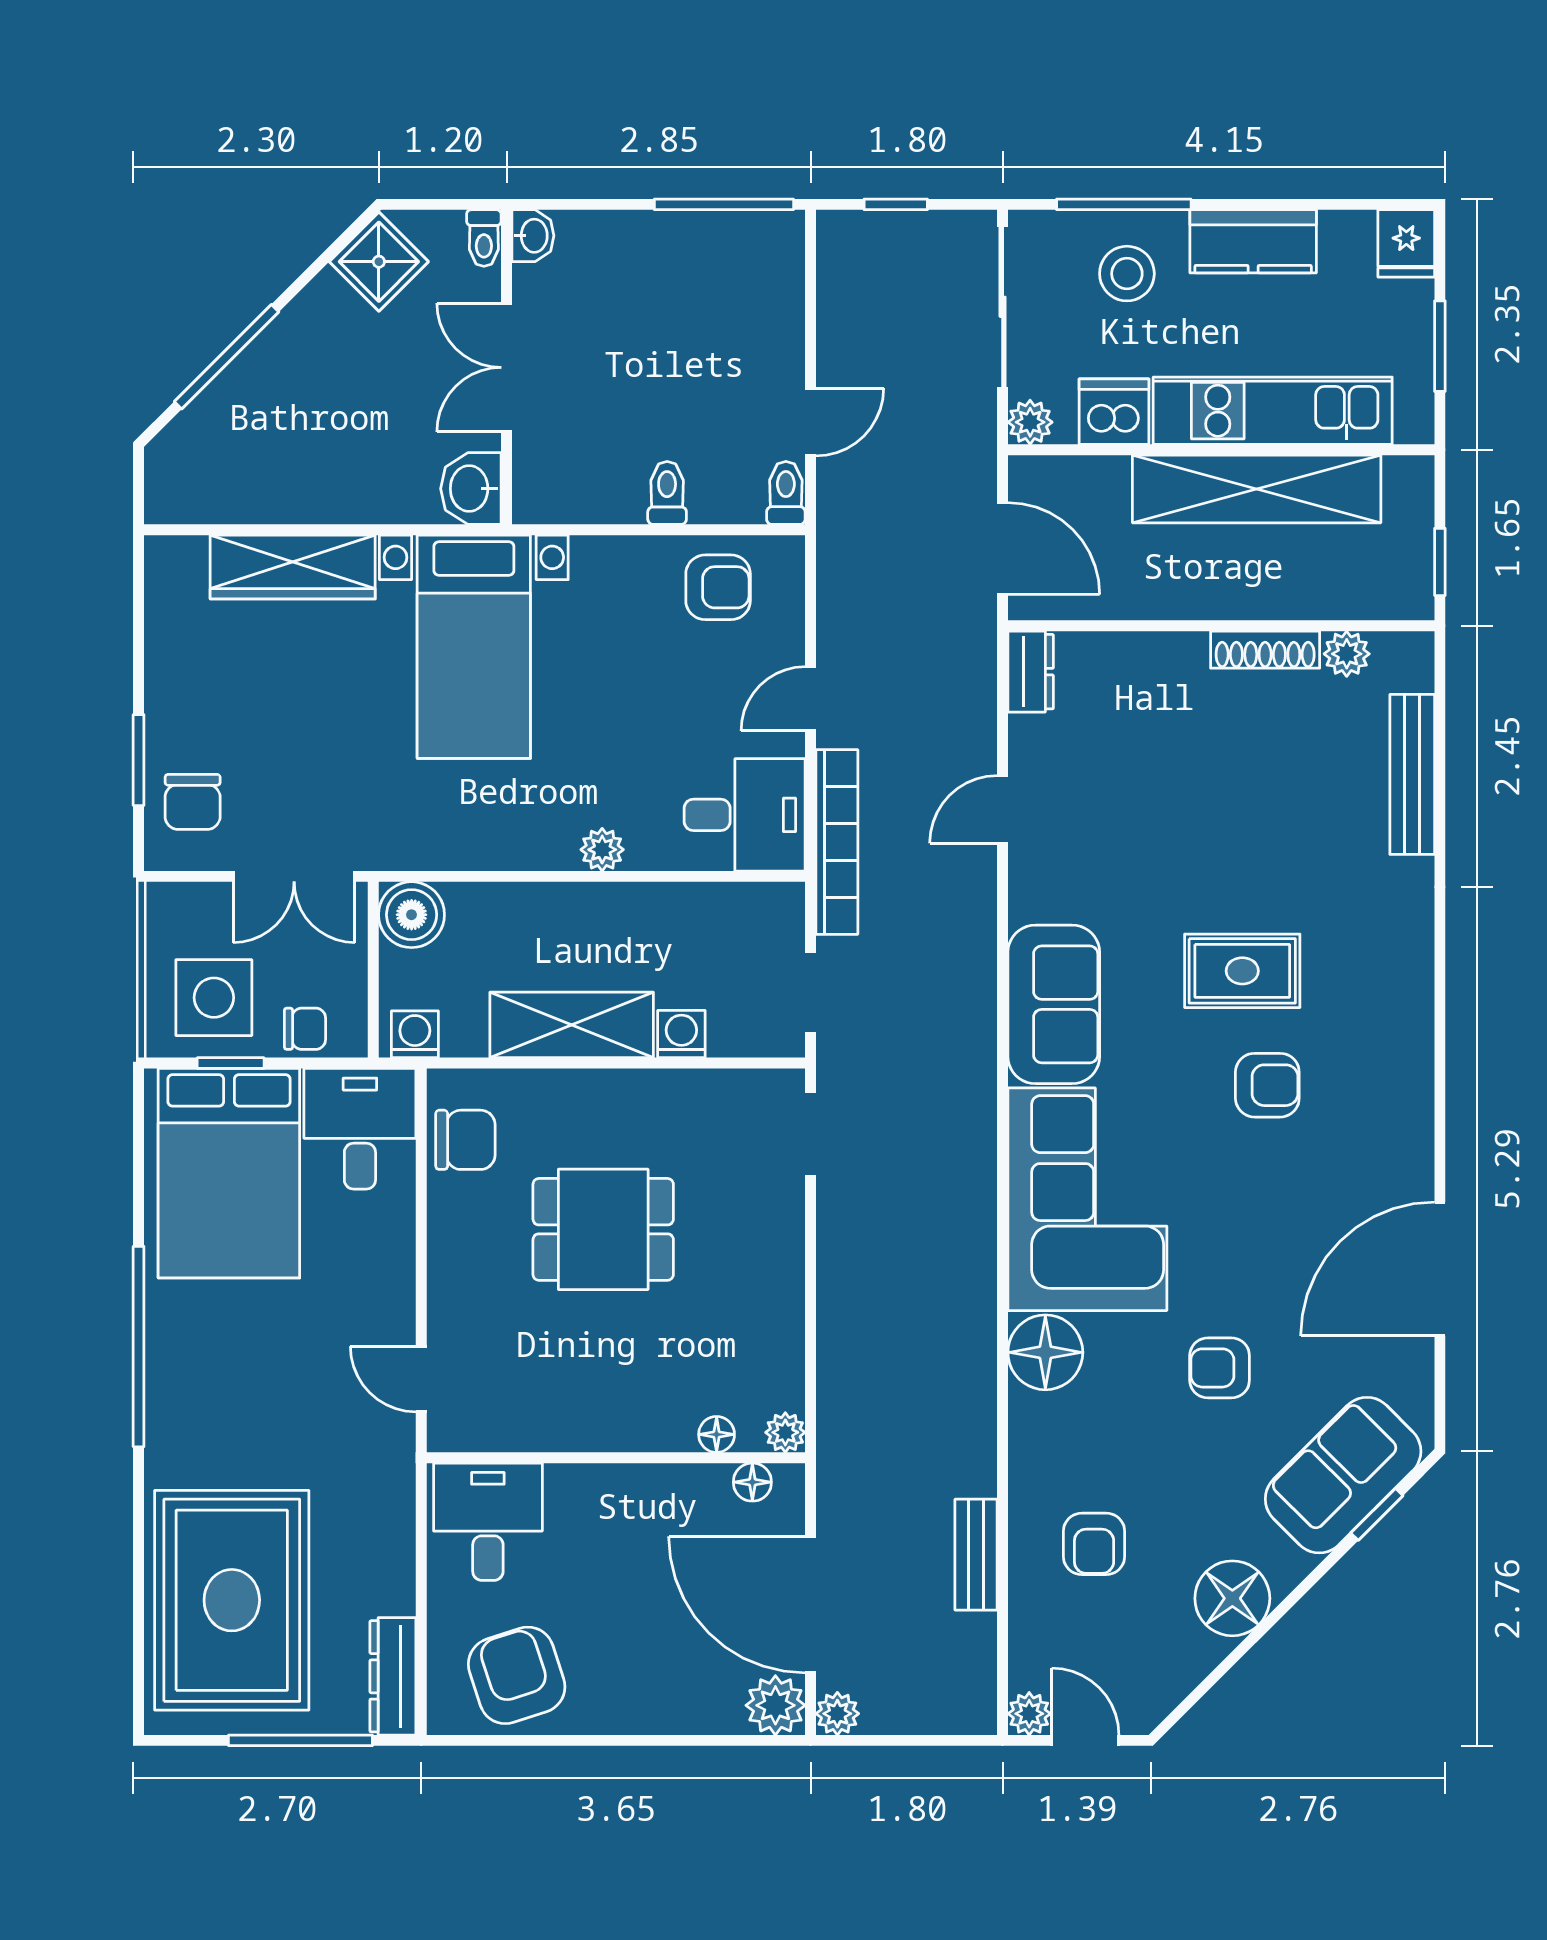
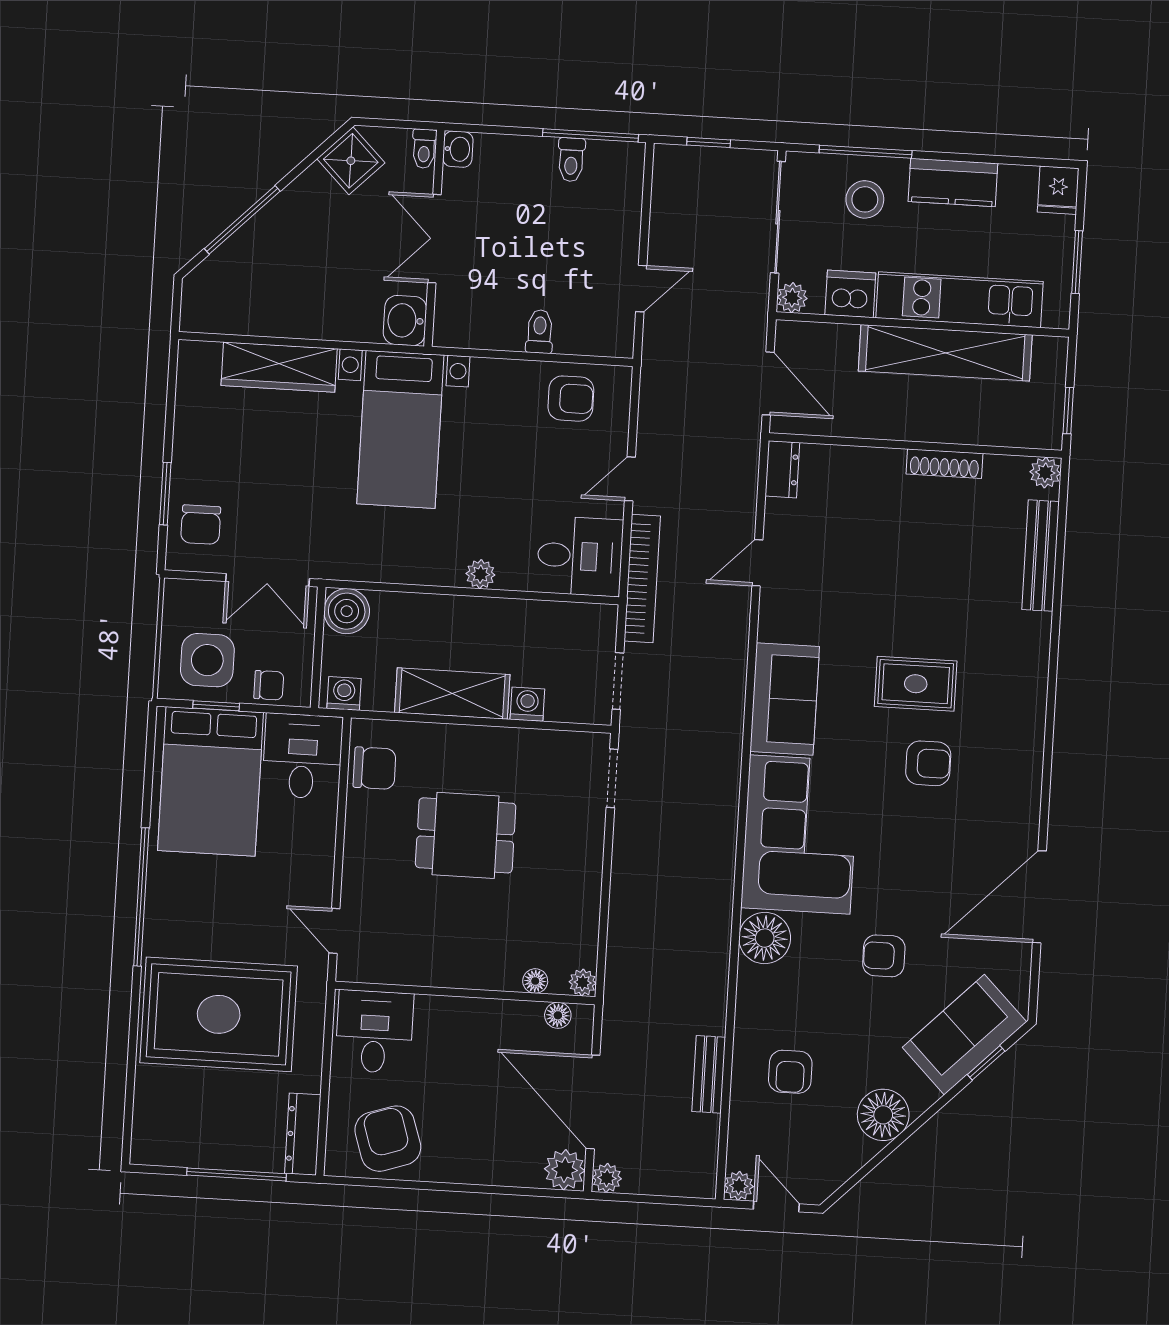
toilet: (786, 493) -> (571, 160), moved, turned 180
plant: (1347, 654) -> (1045, 473), moved
rug: (232, 1600) -> (219, 1014), moved, turned 90

